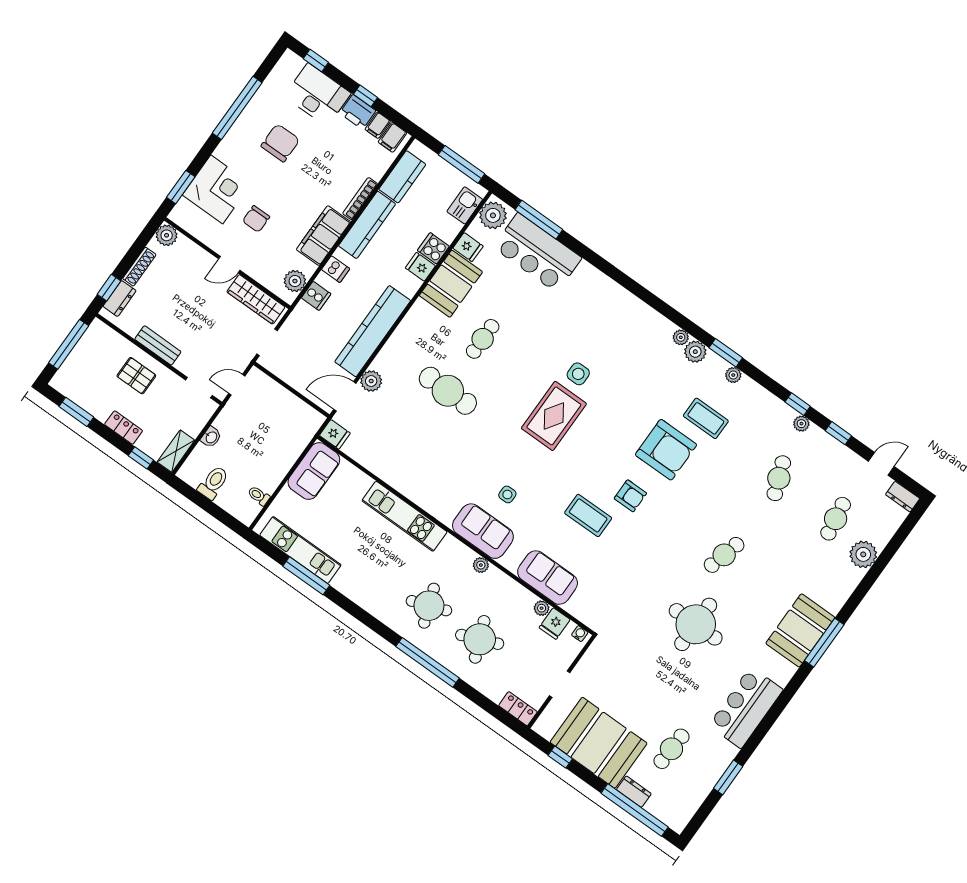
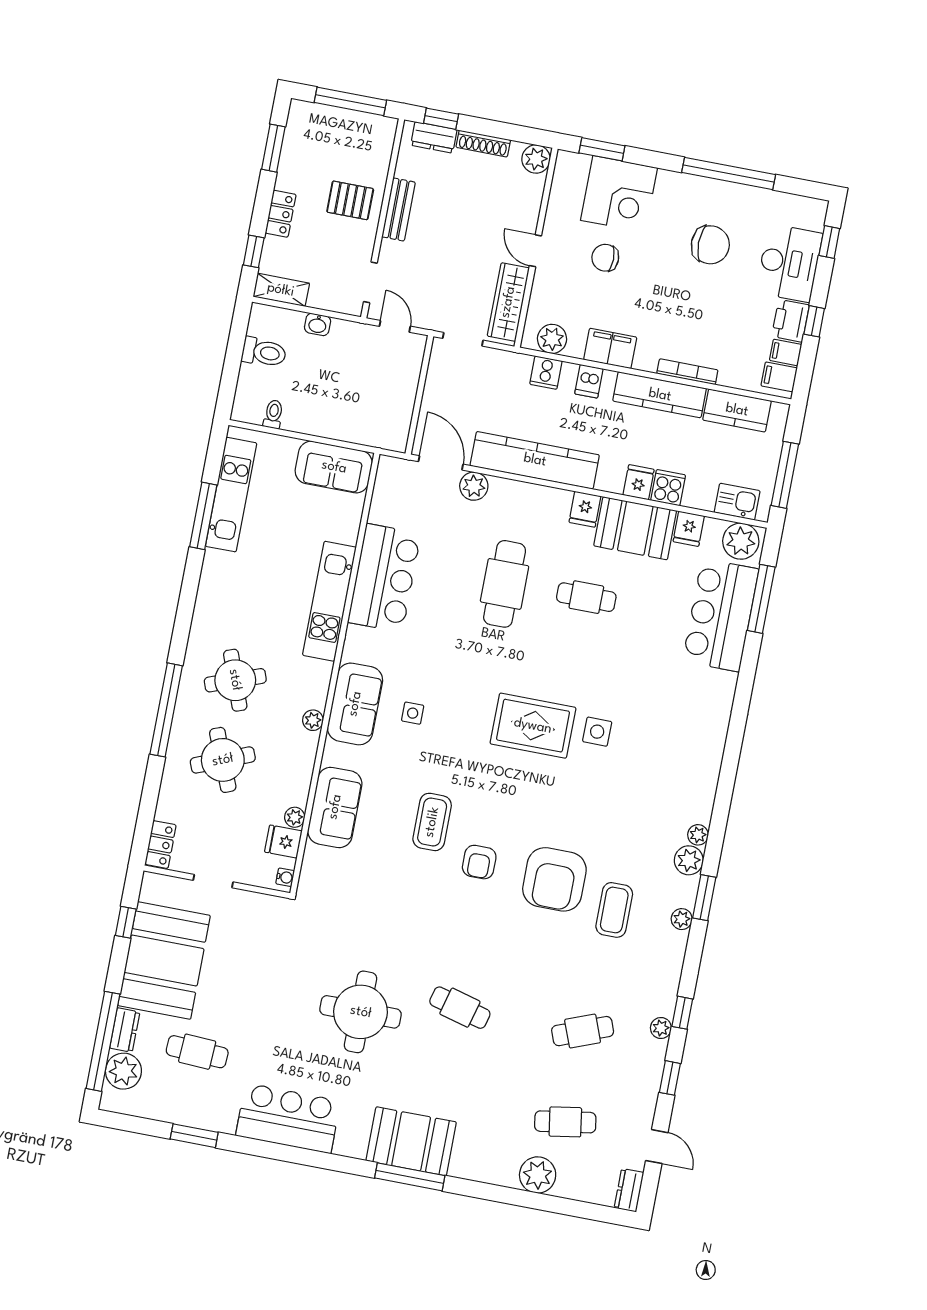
filing cabinet: (323, 236) -> (610, 348), width x0.67, depth x0.86
pallet: (136, 376) -> (350, 200), turned 90
fridge: (335, 434) -> (585, 509), moved
bar counter: (406, 471) -> (384, 578), added
plant: (662, 805) -> (123, 1071), added

